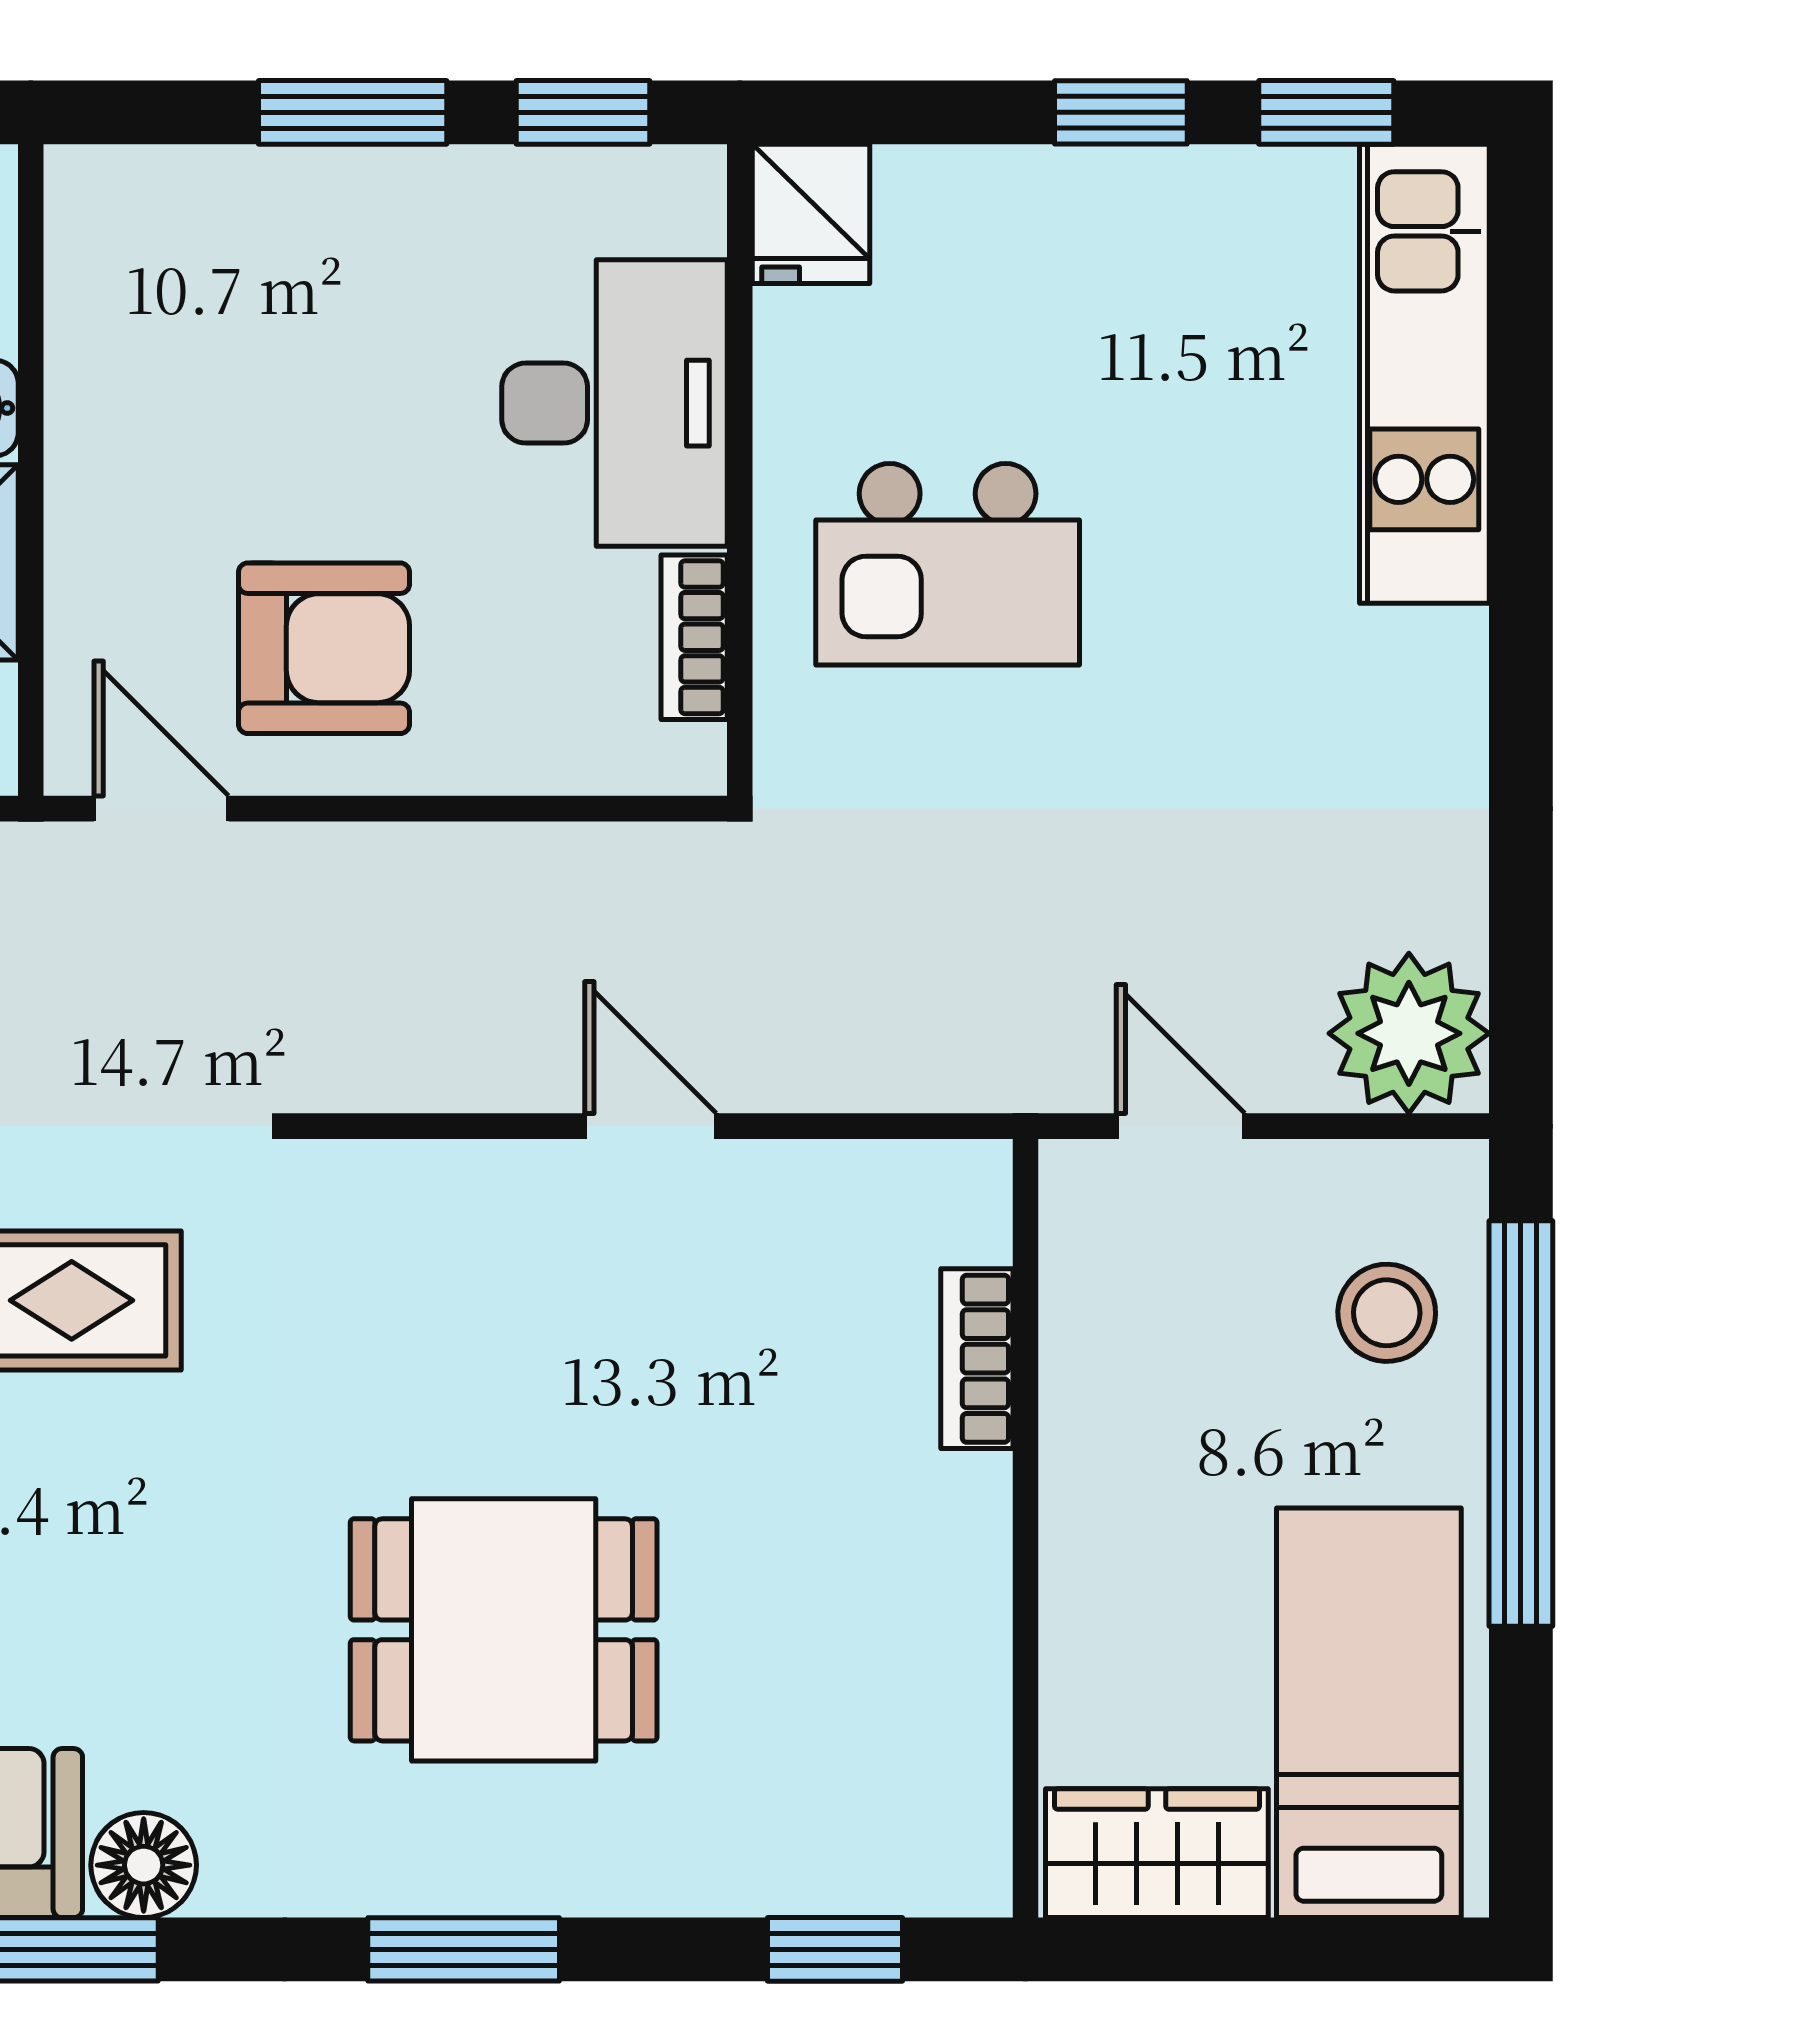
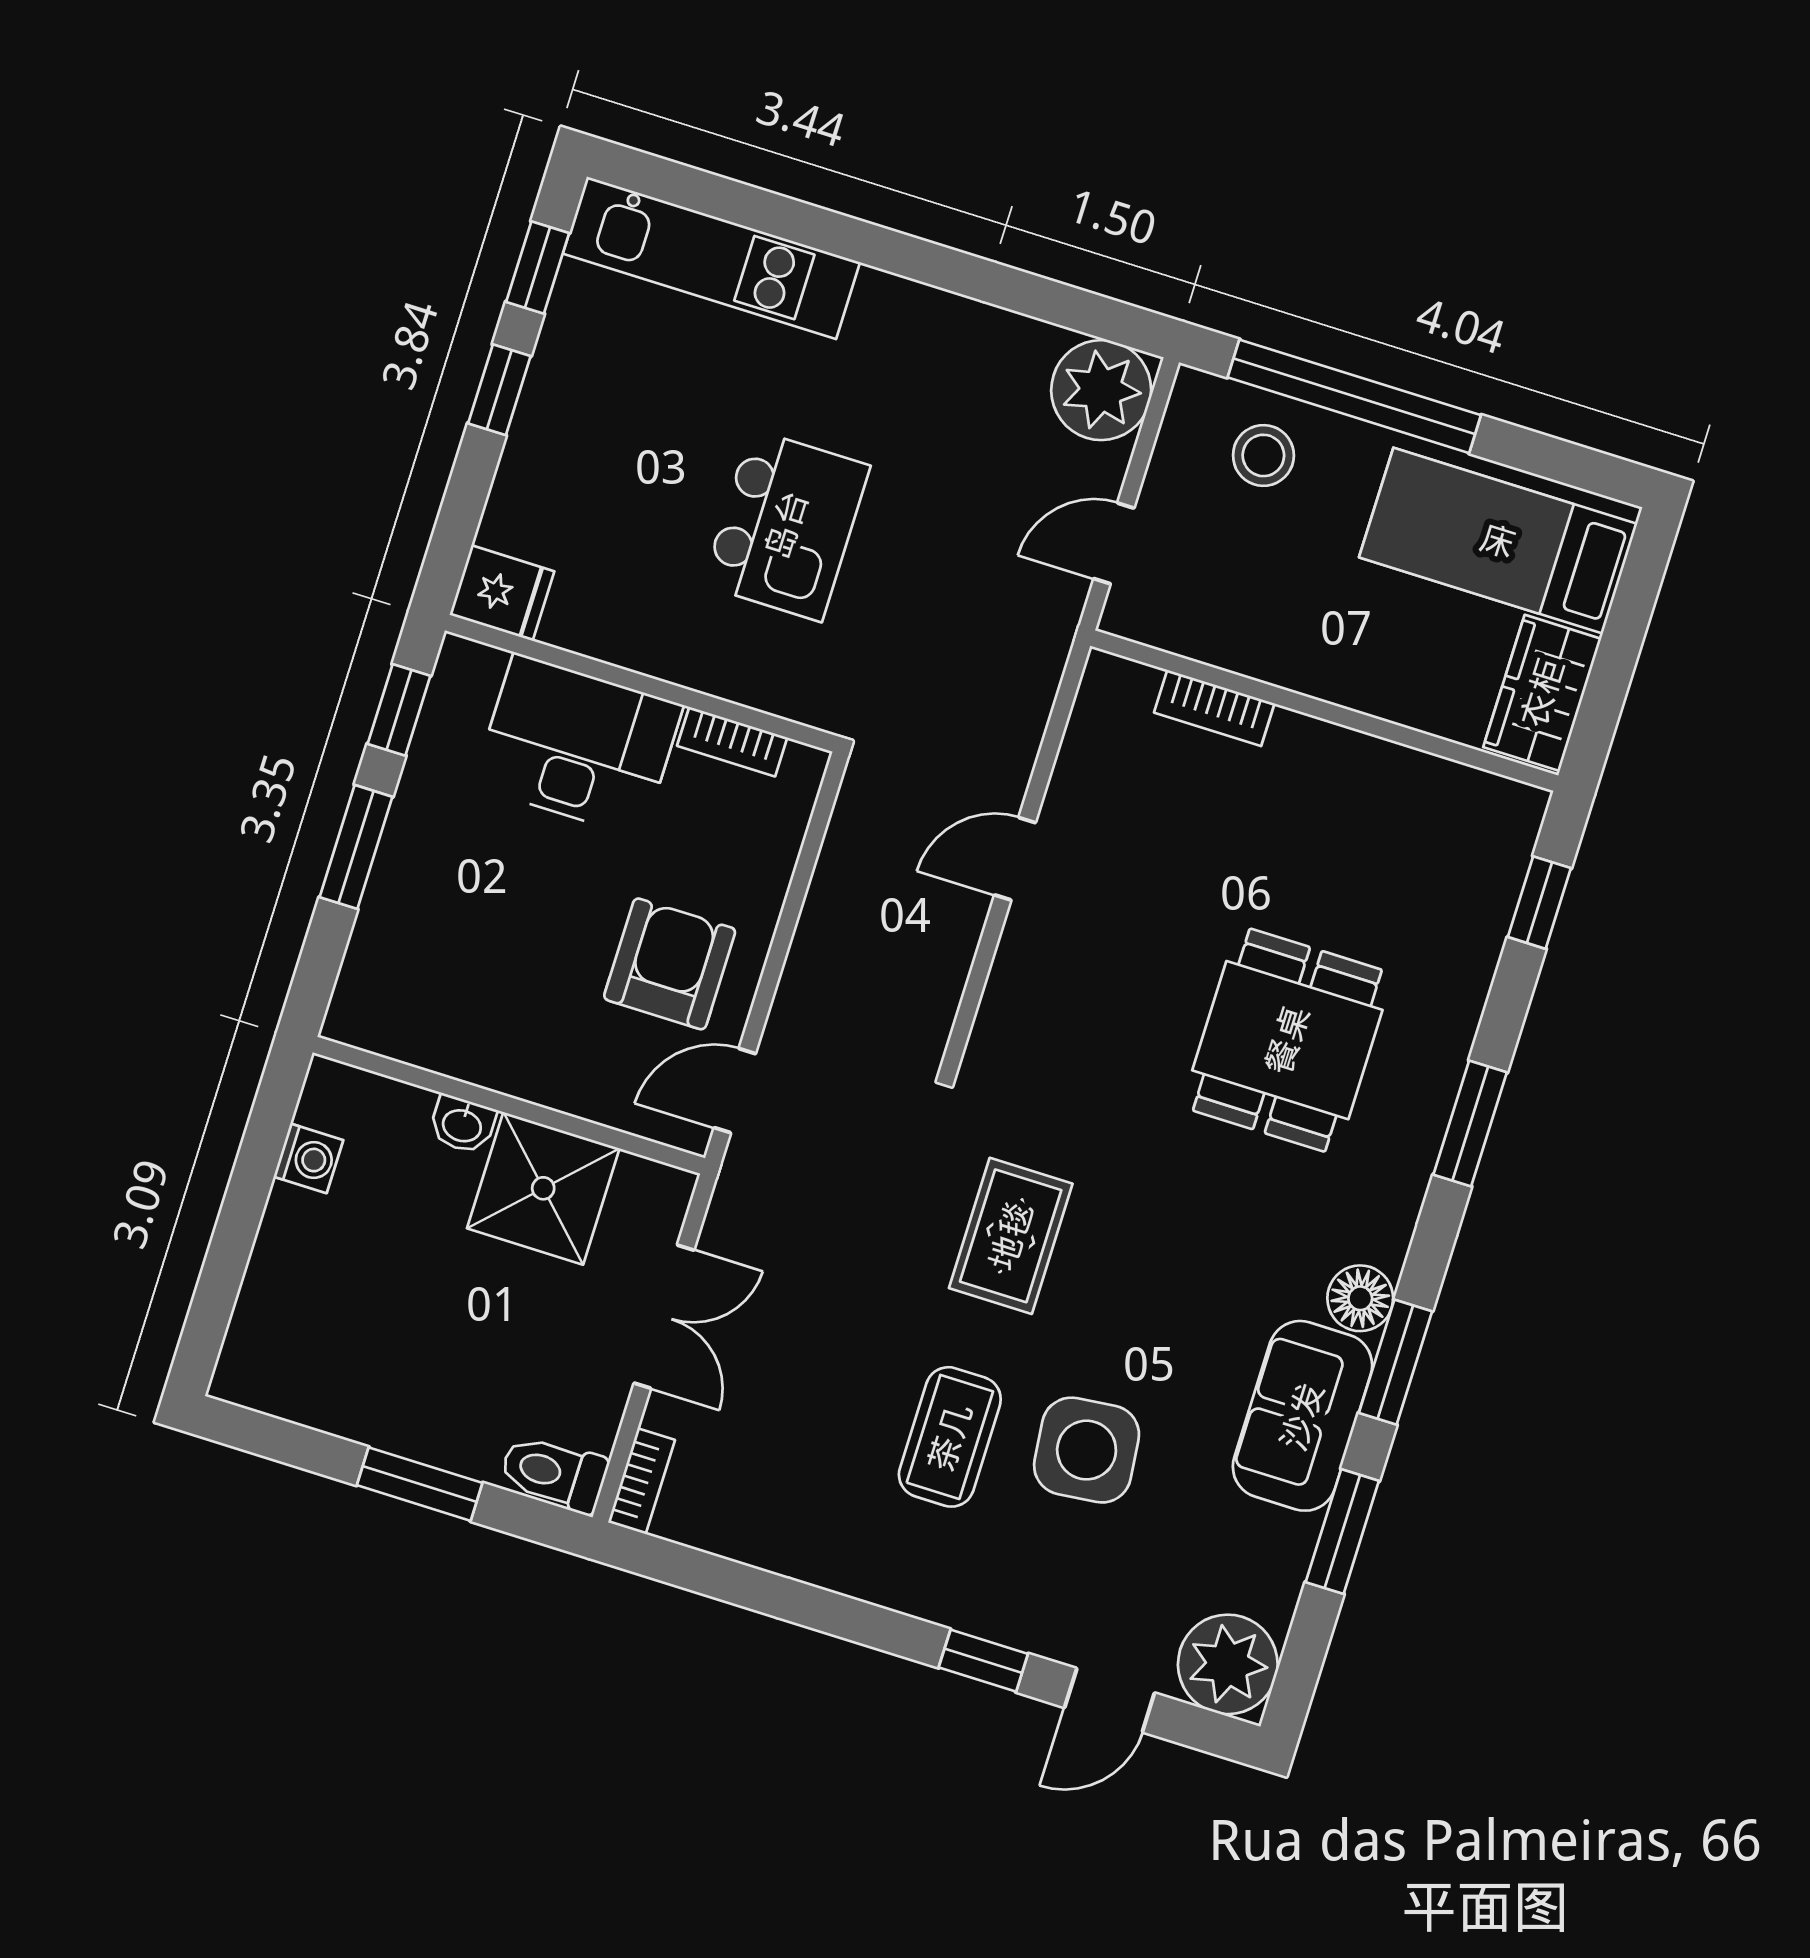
kitchen island: (948, 564) -> (786, 525), moved

